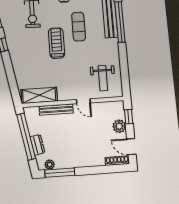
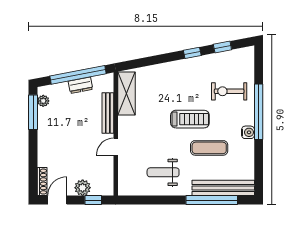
weight bench: (103, 78) -> (163, 172), moved
dresser: (37, 145) -> (80, 85), moved

